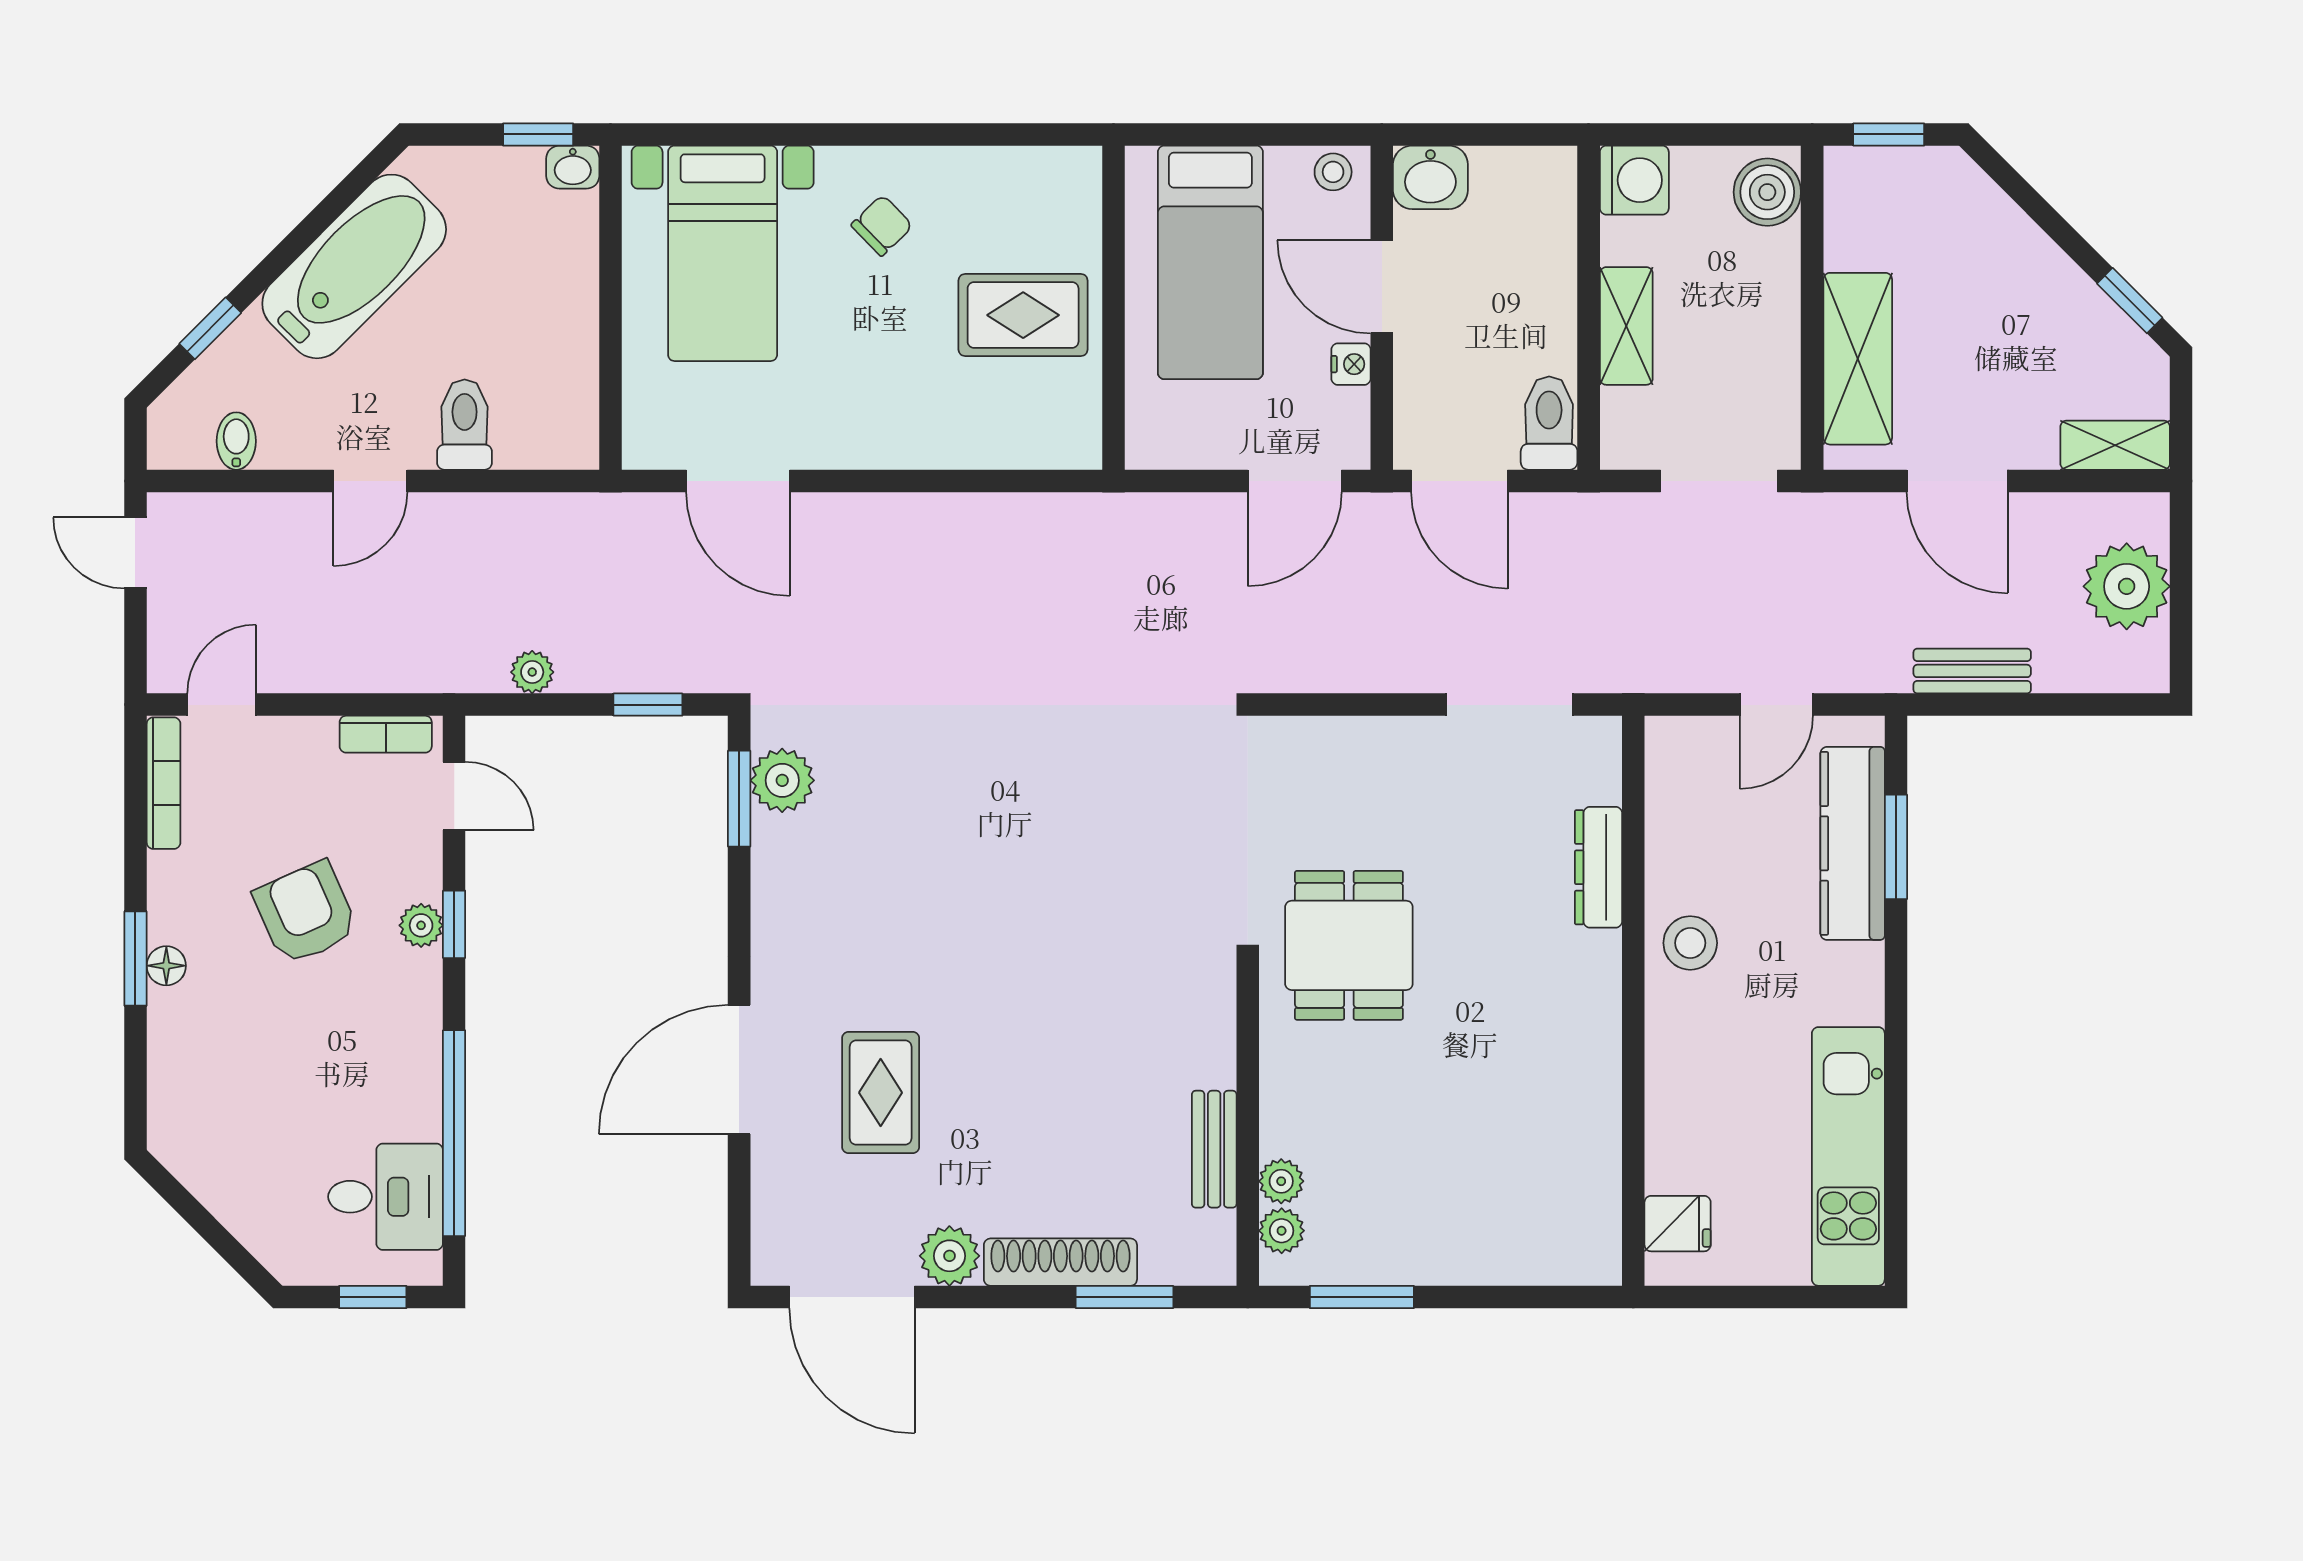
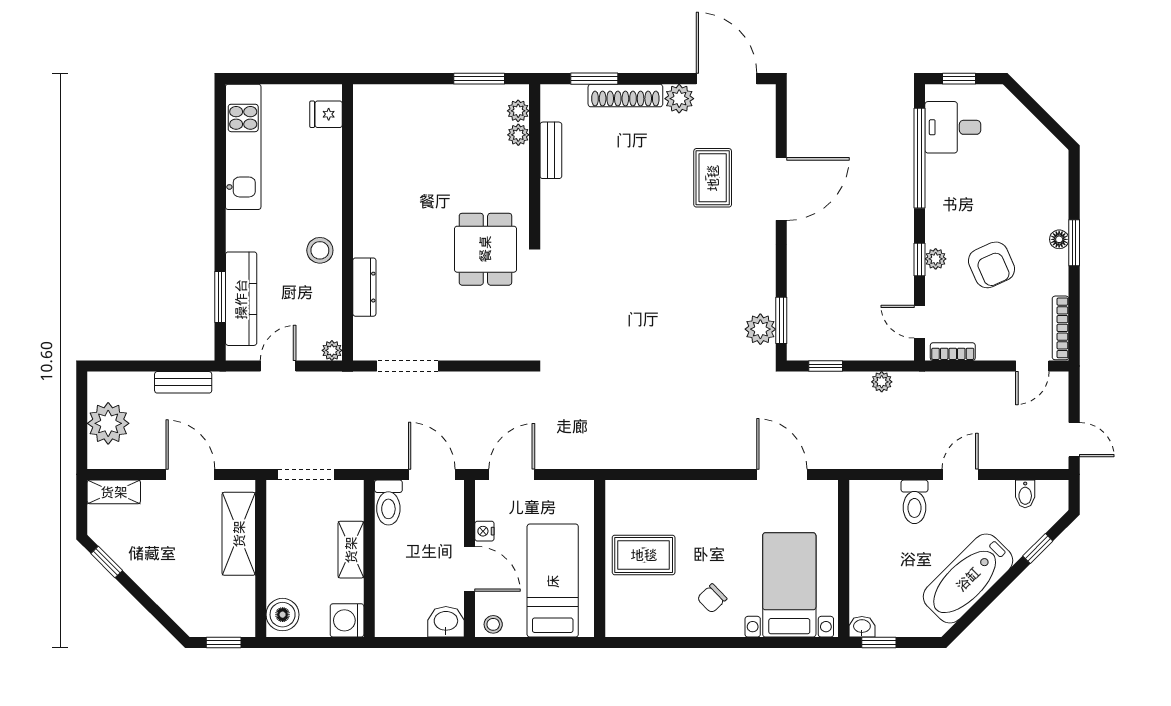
plant: (1665, 737) -> (332, 350), added

